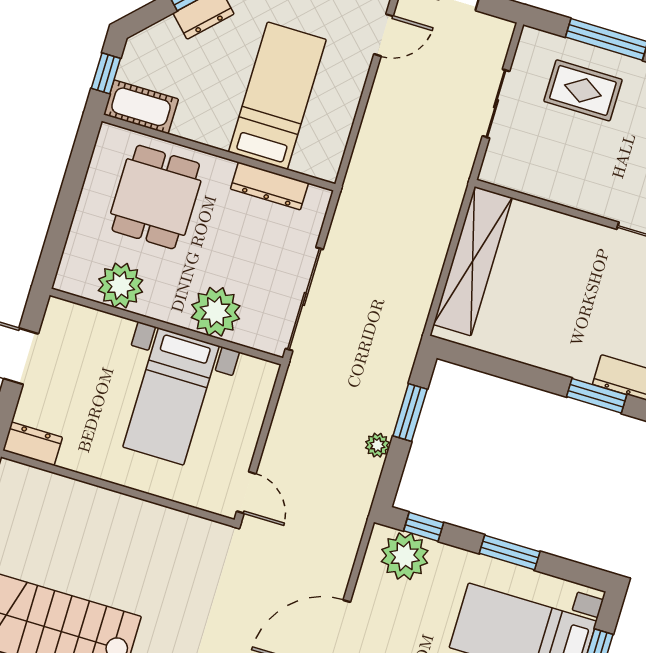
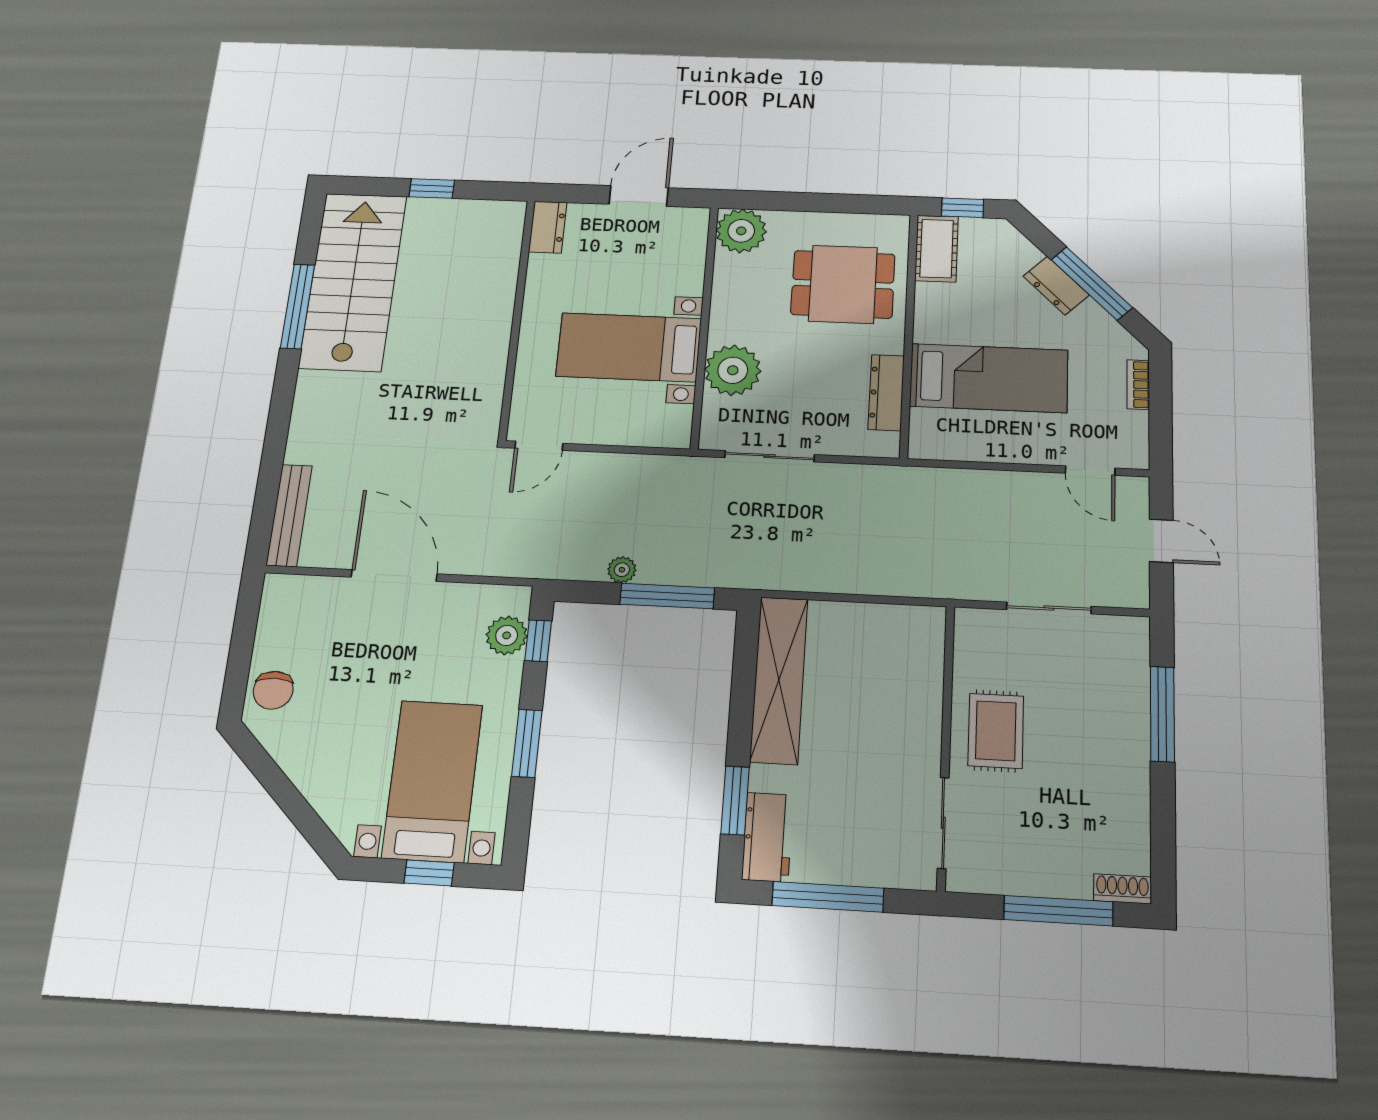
rug: (583, 90) -> (996, 731), moved
shelving: (473, 261) -> (779, 680), moved, turned 90
plant: (121, 285) -> (741, 231), moved
sliding door: (304, 299) -> (770, 456), width x0.73
window: (410, 412) -> (667, 596), width x1.44
plant: (405, 556) -> (507, 635), width x0.73, depth x0.73

